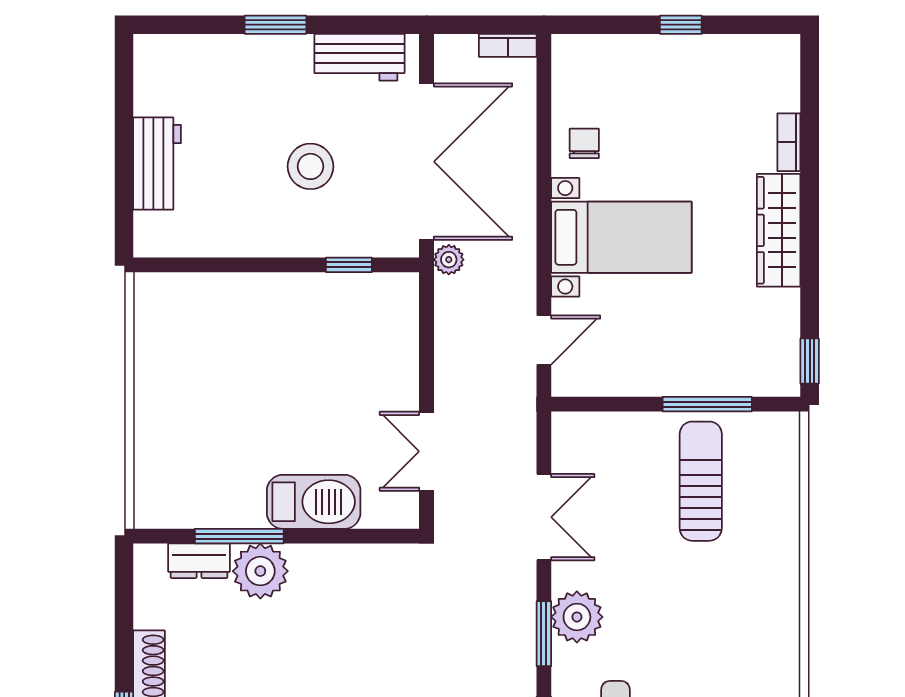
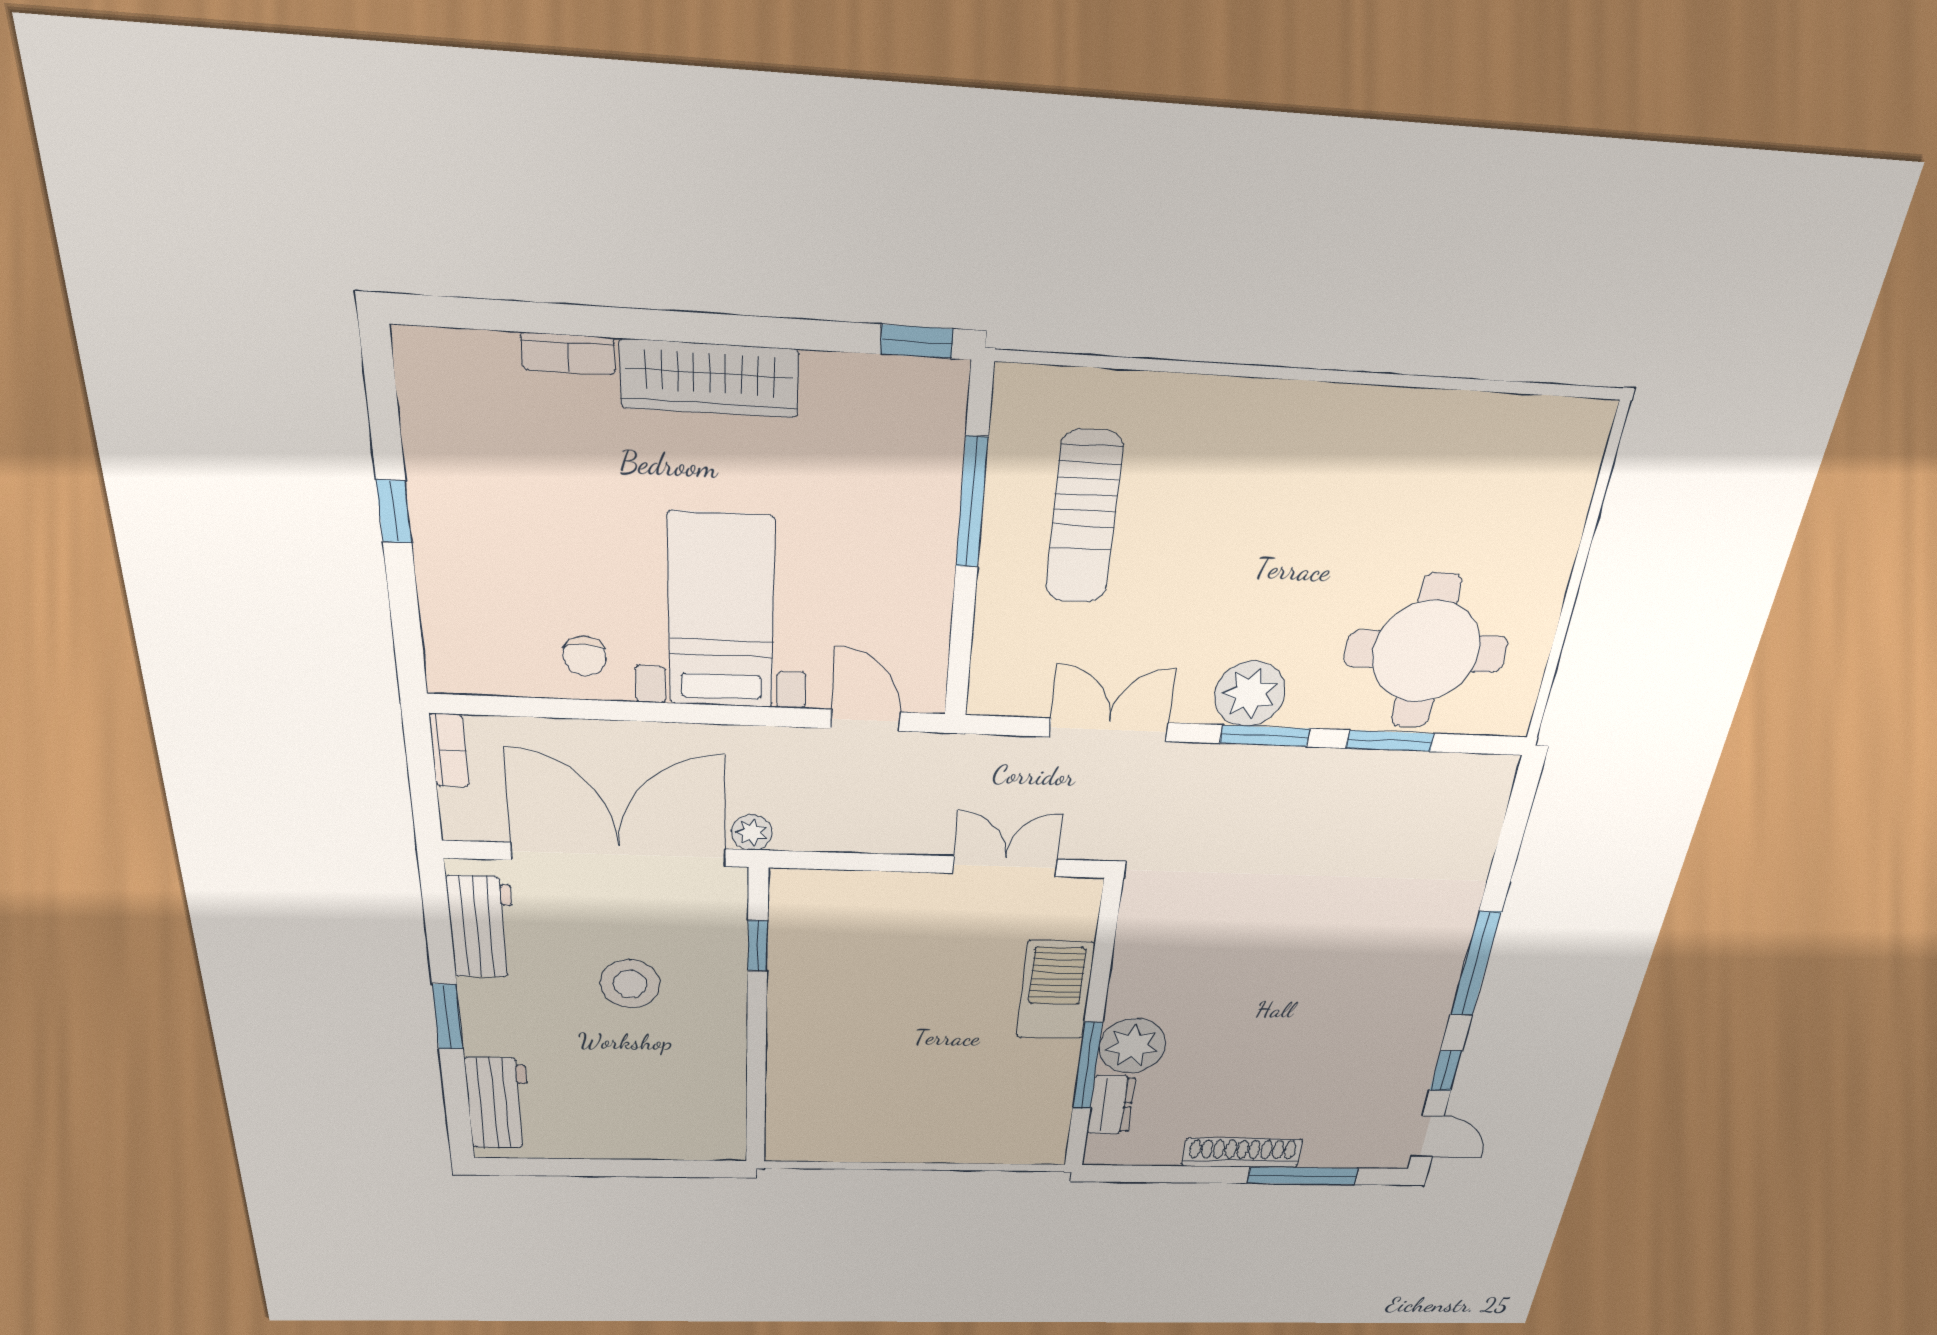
chair: (584, 143) -> (585, 656), turned -90
workbench: (157, 164) -> (499, 1103), moved, turned 90
double door: (427, 451) -> (1005, 866), swing flipped
sun lounger: (701, 481) -> (1084, 518), turned -90

